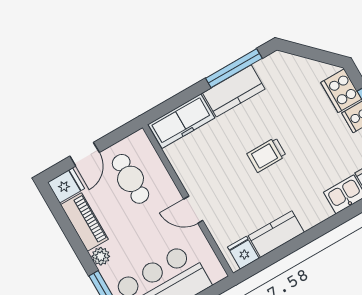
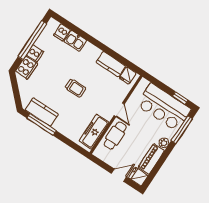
kitchen counter: (234, 91) -> (42, 112), moved
freezer: (181, 121) -> (94, 132), moved, turned -90
cafe table: (131, 179) -> (115, 136), moved

